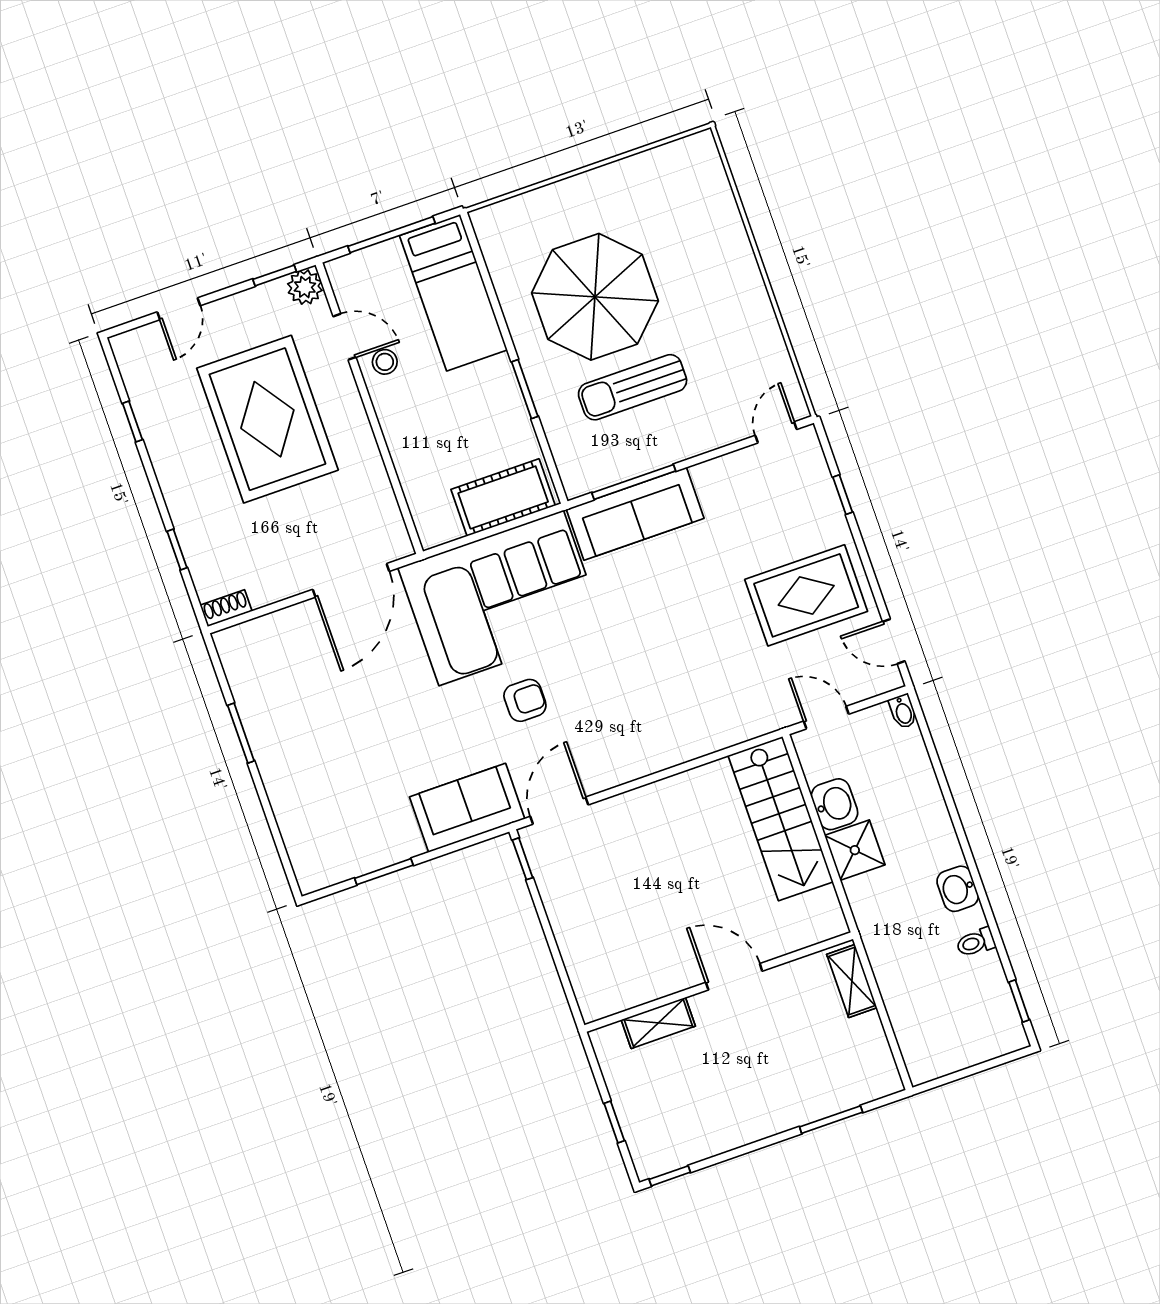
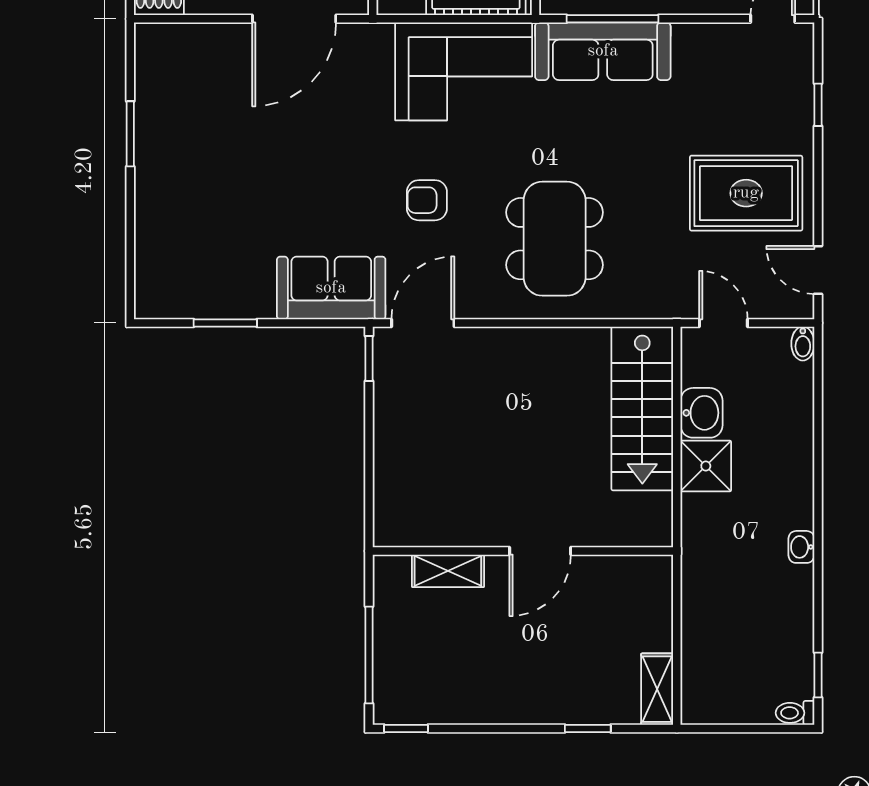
corner sofa: (501, 598) -> (464, 71), width x0.73, depth x0.74
dining table: (650, 695) -> (555, 239), added
armchair: (525, 700) -> (427, 200), turned 180
washbasin: (958, 889) -> (801, 547), width x0.72, depth x0.69
toilet: (976, 942) -> (795, 713), moved
door: (734, 977) -> (540, 551), swing flipped
shelving: (852, 981) -> (657, 689), moved
window: (831, 1120) -> (588, 728), width x0.67
window: (614, 1122) -> (369, 655), width x2.17

